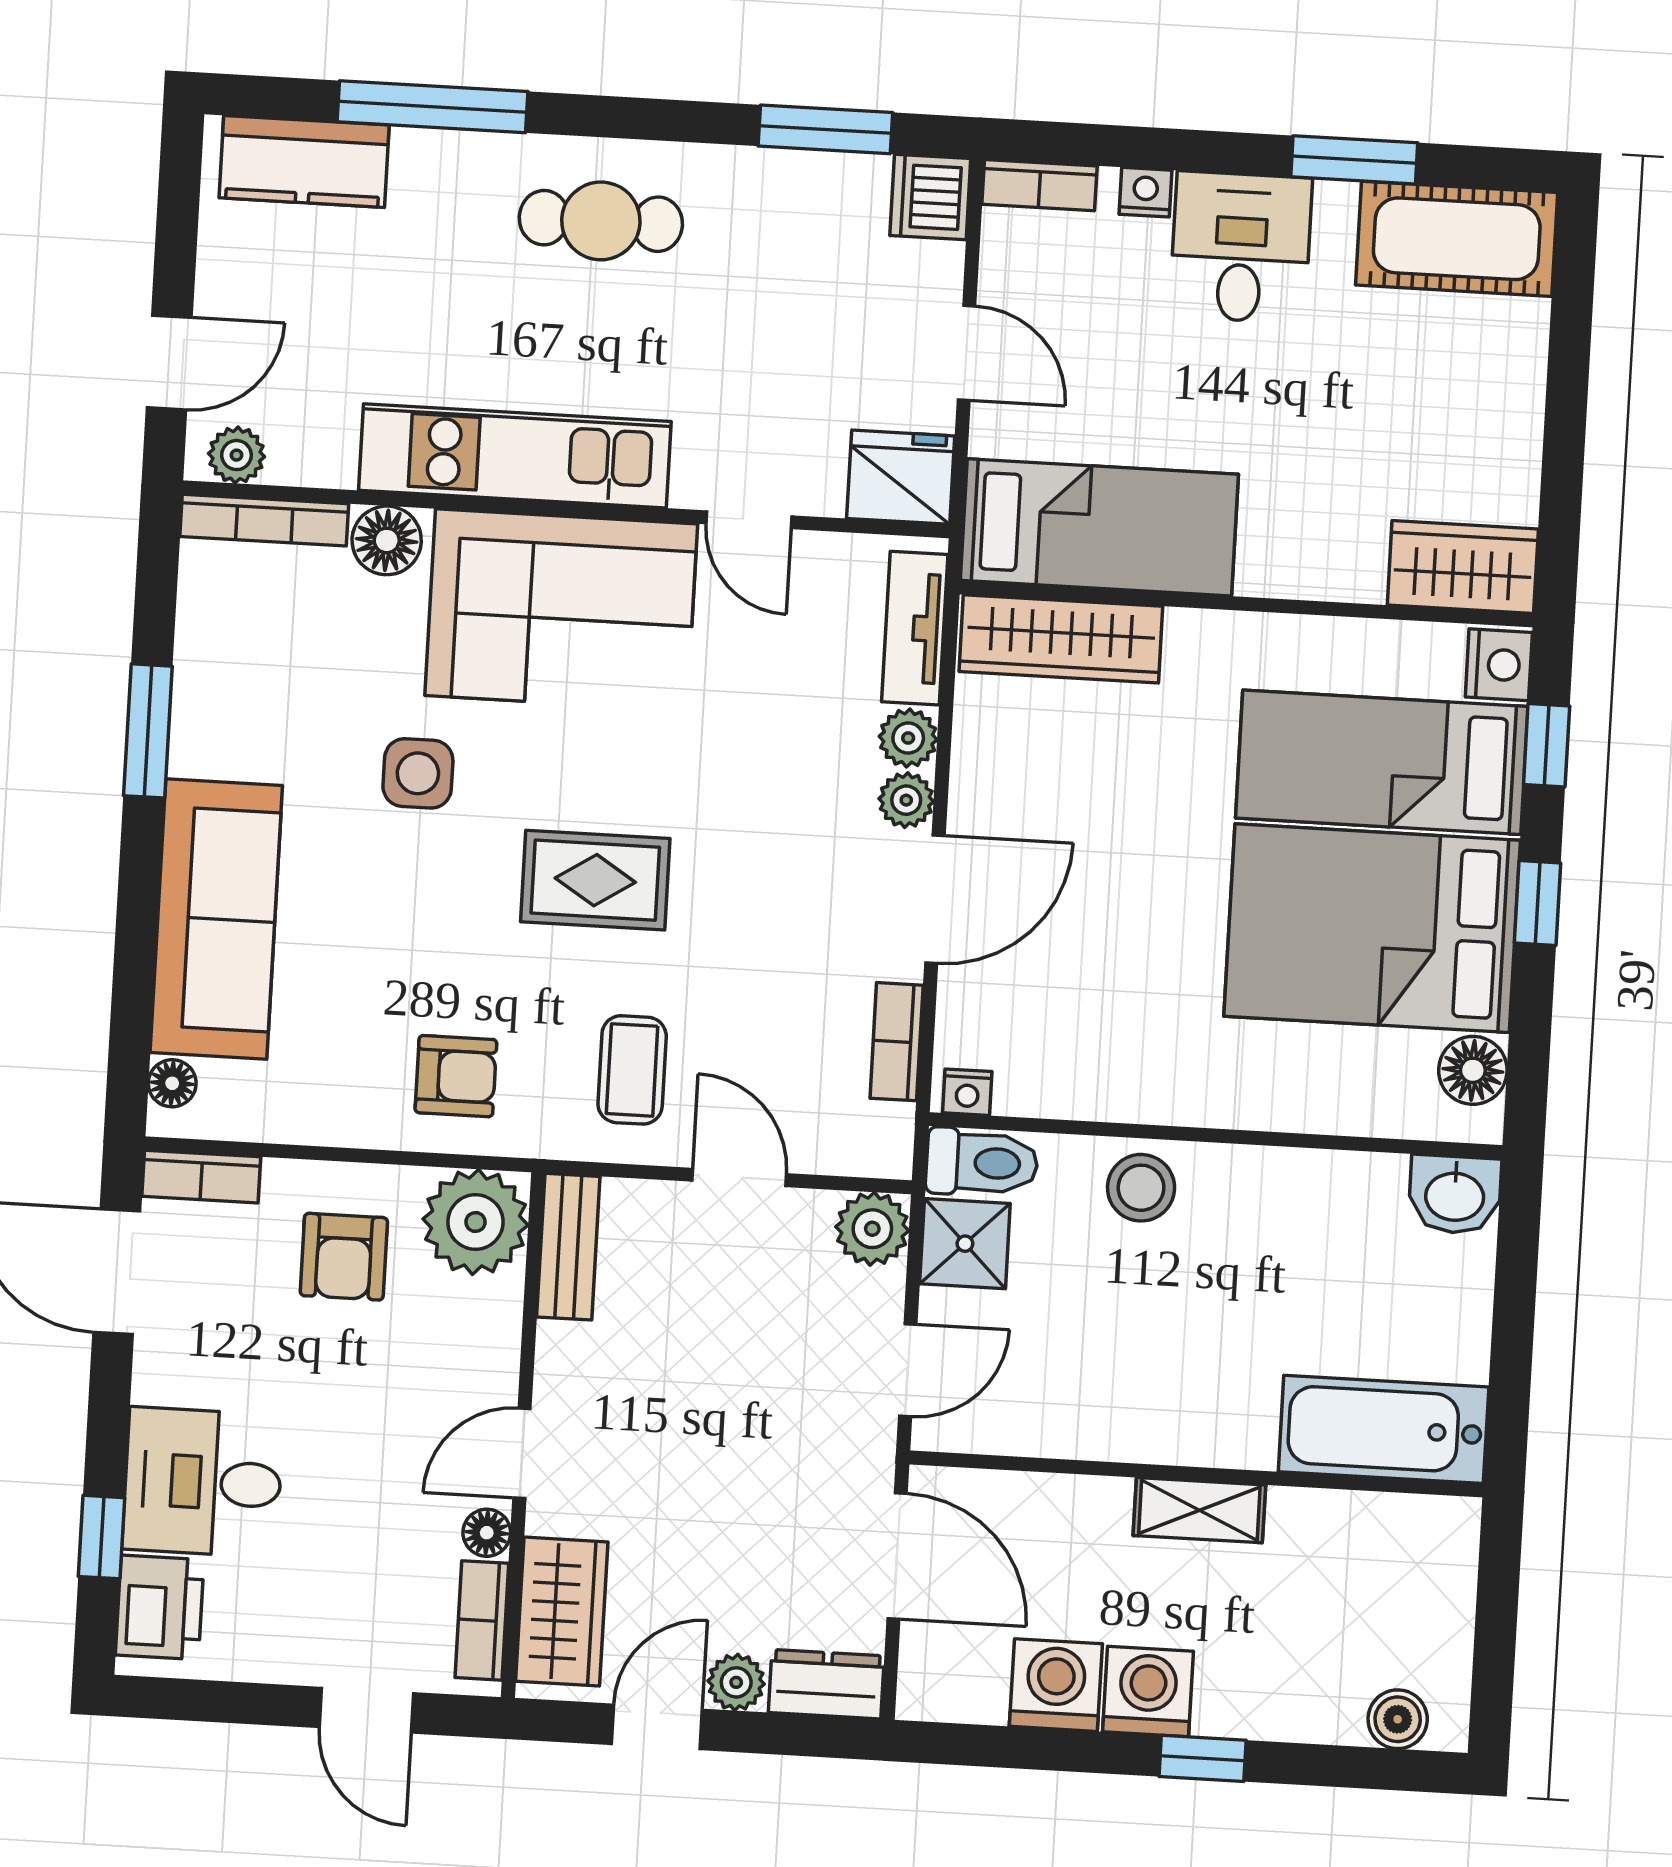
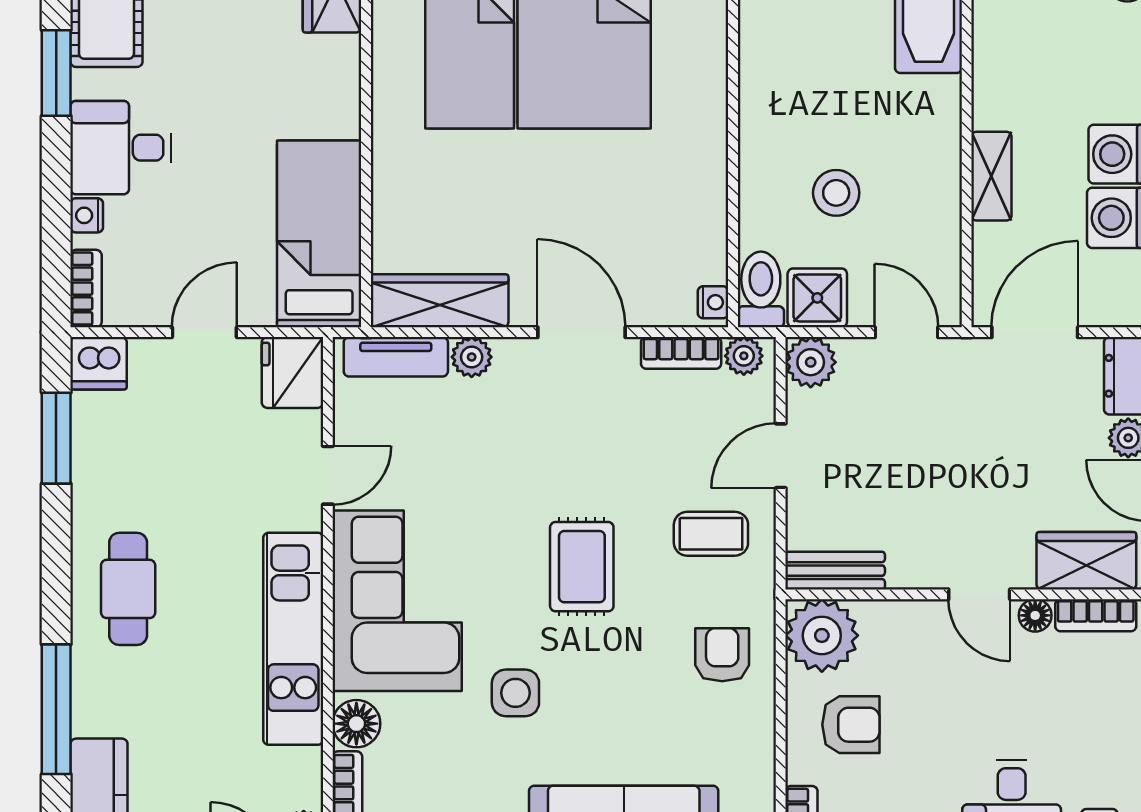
wardrobe: (1061, 639) -> (440, 301), moved, turned -90
plant: (906, 800) -> (744, 356), moved
stool: (1141, 1188) -> (836, 193), moved
shelving: (1199, 1510) -> (991, 176), moved

